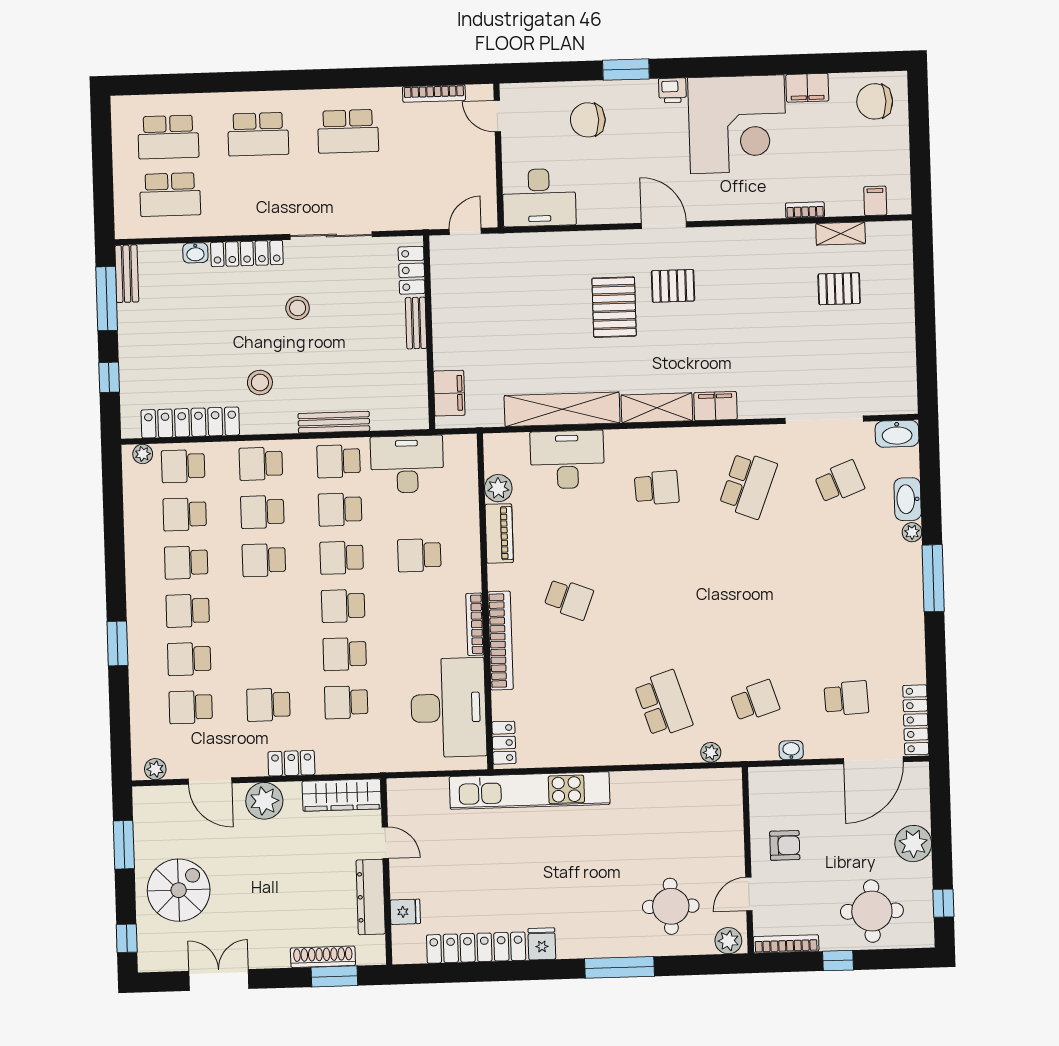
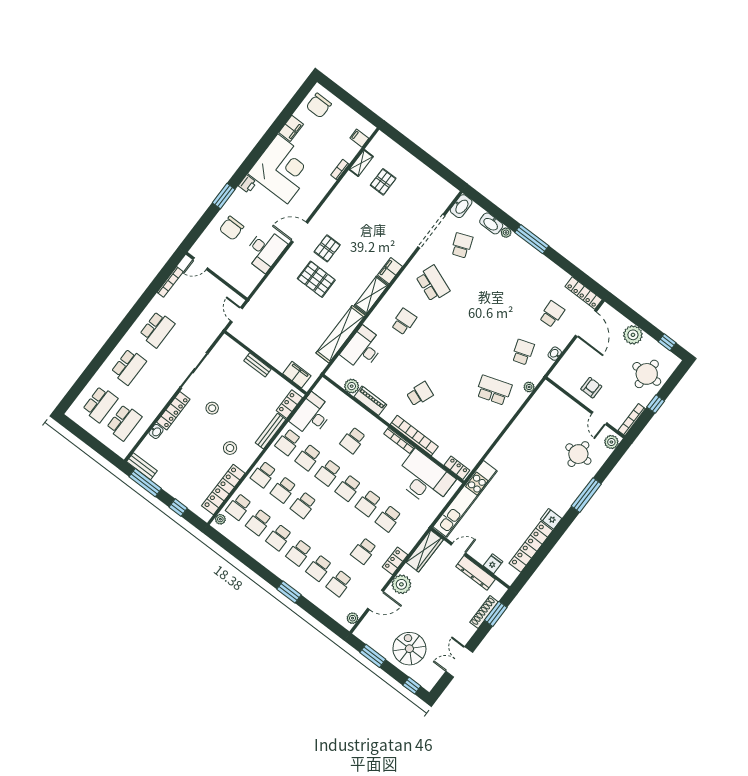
desk: (539, 198) -> (265, 250), moved
locker: (412, 270) -> (289, 404), moved, turned 90
kitchen unit: (530, 791) -> (465, 499), moved

